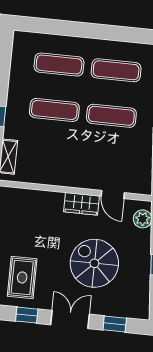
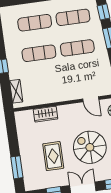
wardrobe: (82, 204) -> (46, 114), moved
rug: (22, 277) -> (53, 156), moved

